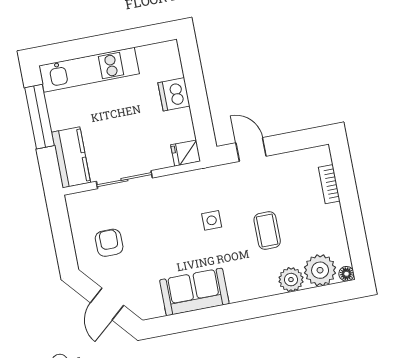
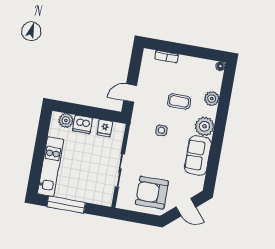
plant: (170, 66) -> (66, 120), added
fridge: (186, 153) -> (105, 128), moved
kitchen counter: (71, 157) -> (96, 196), removed
armchair: (109, 243) -> (152, 193), width x1.88, depth x1.88
plant: (320, 270) -> (205, 126), moved

